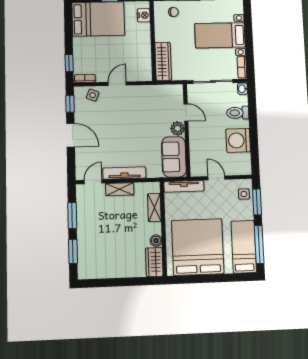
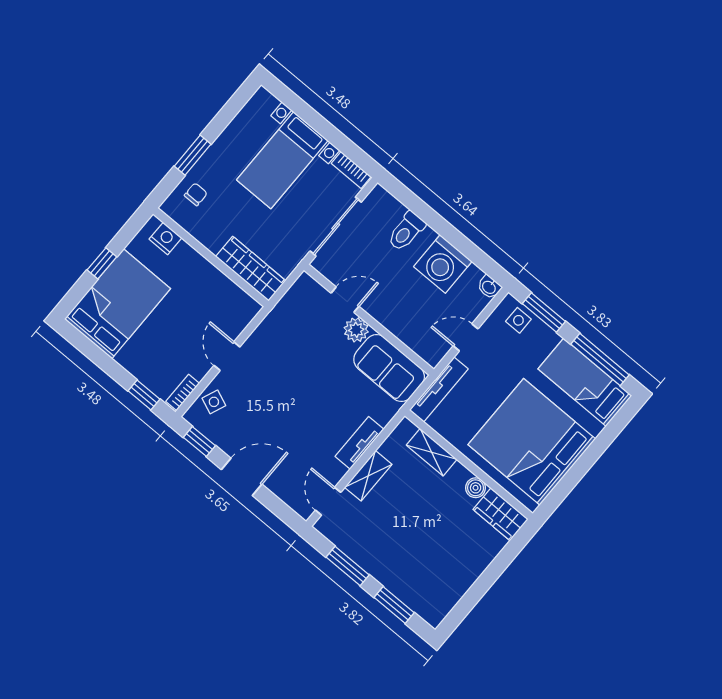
washbasin: (243, 89) -> (489, 287), moved
tv unit: (124, 173) -> (359, 443), width x0.71

